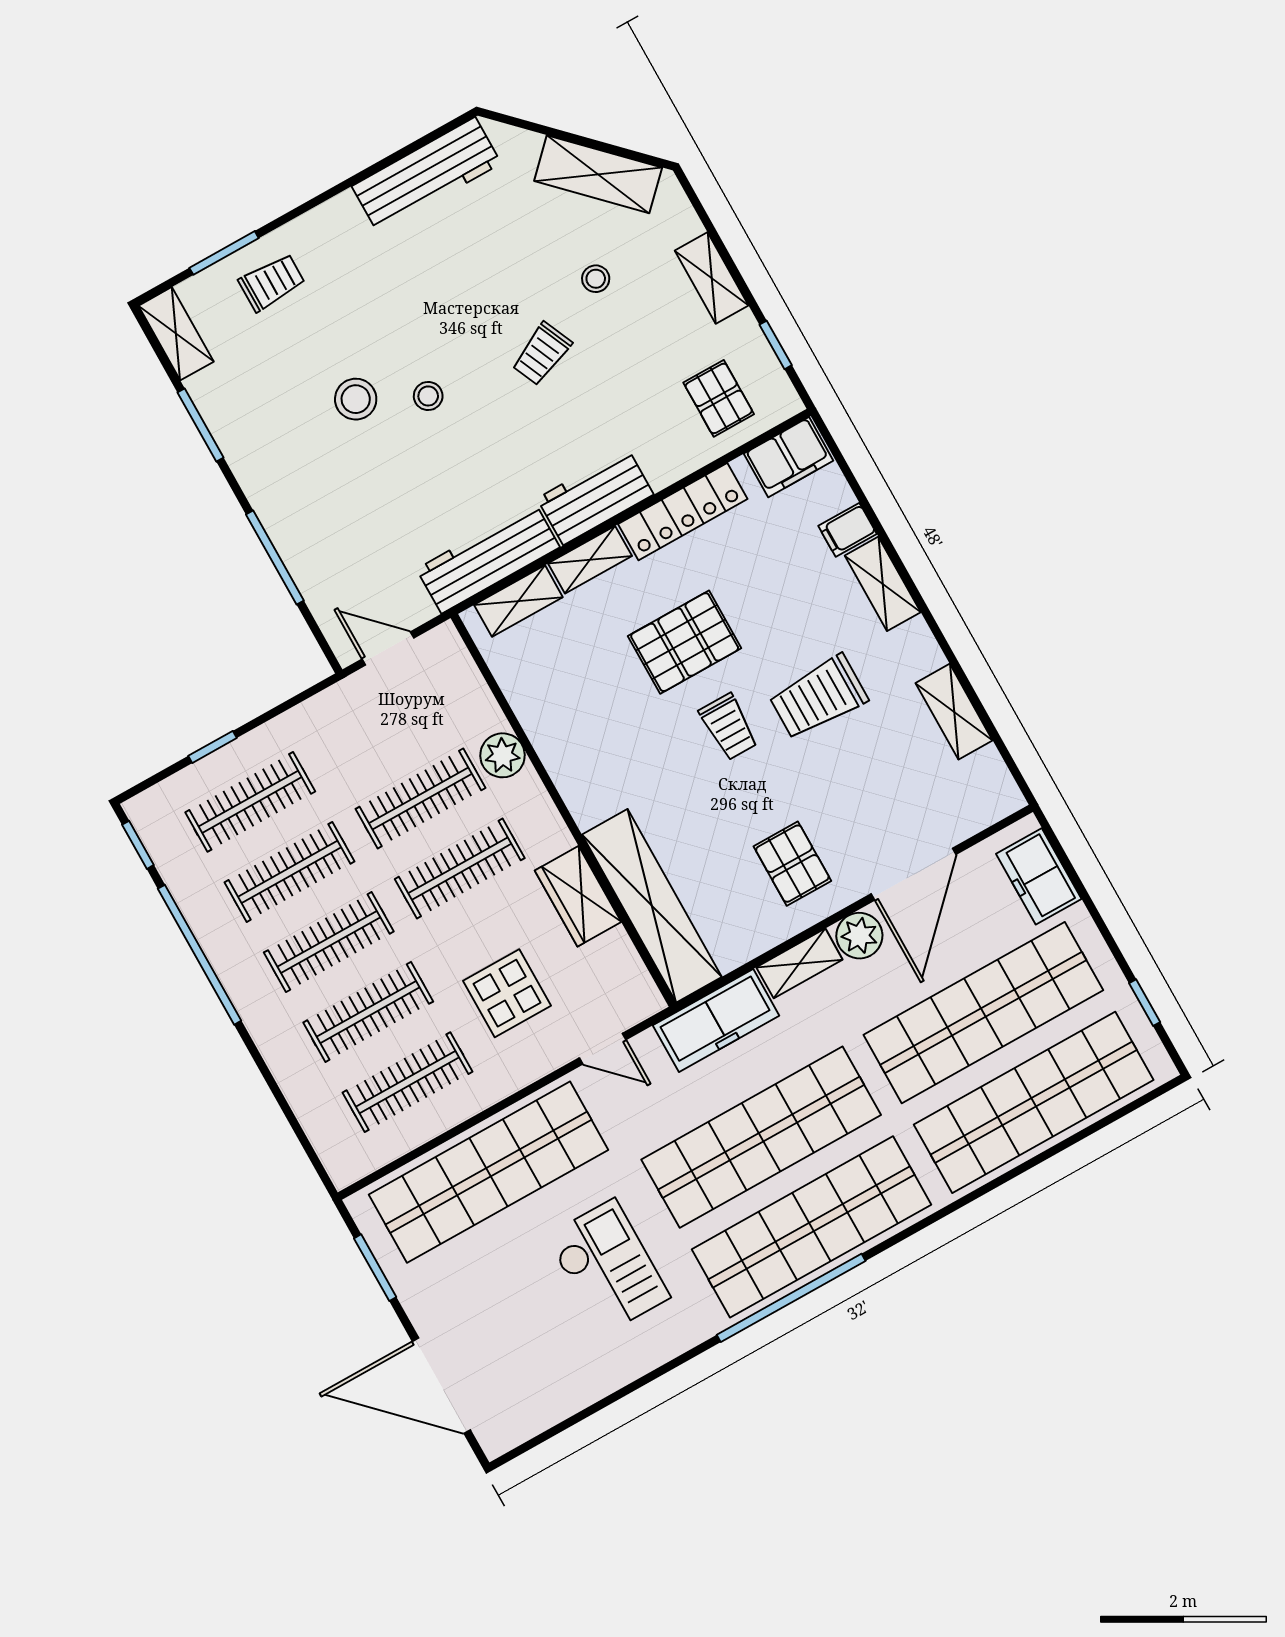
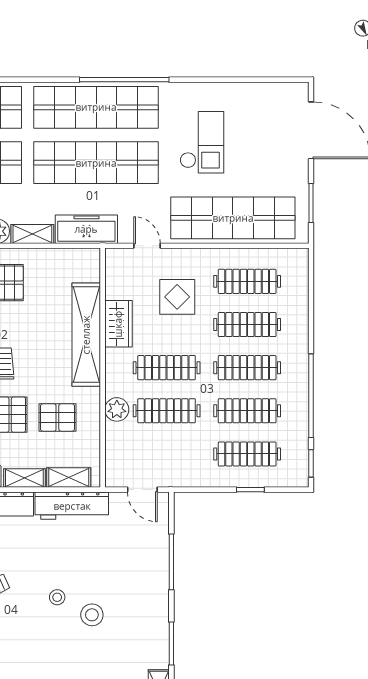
pallet: (591, 688) -> (57, 418), added
shelving: (652, 906) -> (86, 335), moved
checkout: (608, 1267) -> (202, 142), turned 180

